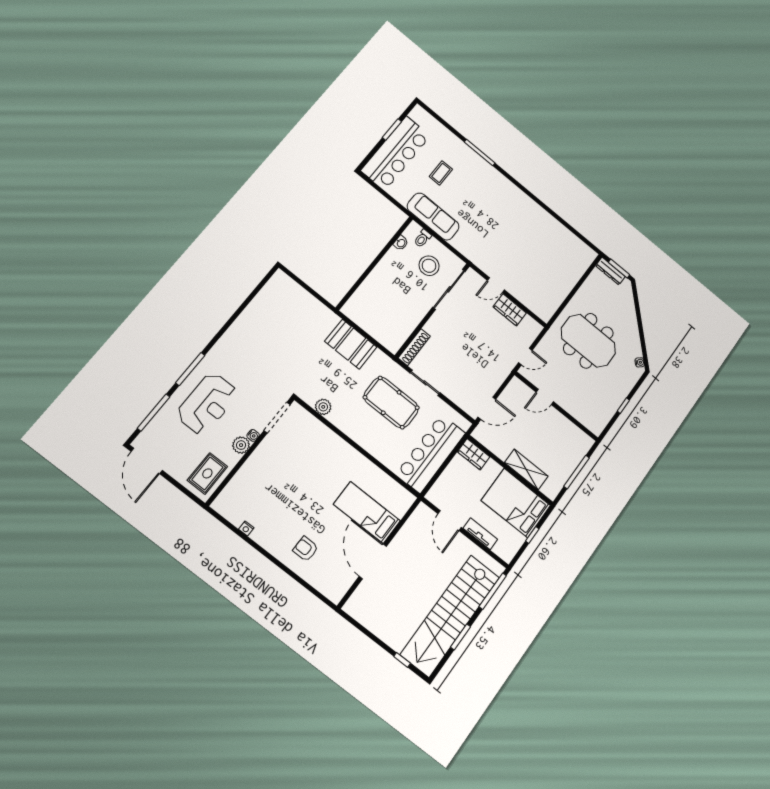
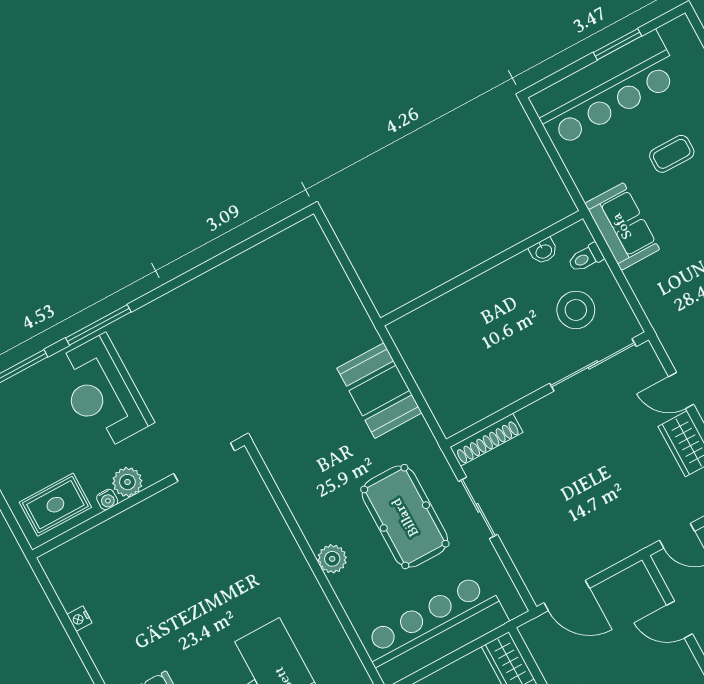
sofa: (433, 217) -> (622, 226), width x0.73
reception desk: (207, 404) -> (102, 393), turned 90
plant: (323, 407) -> (332, 559), moved
water cooler: (253, 435) -> (107, 500), moved

